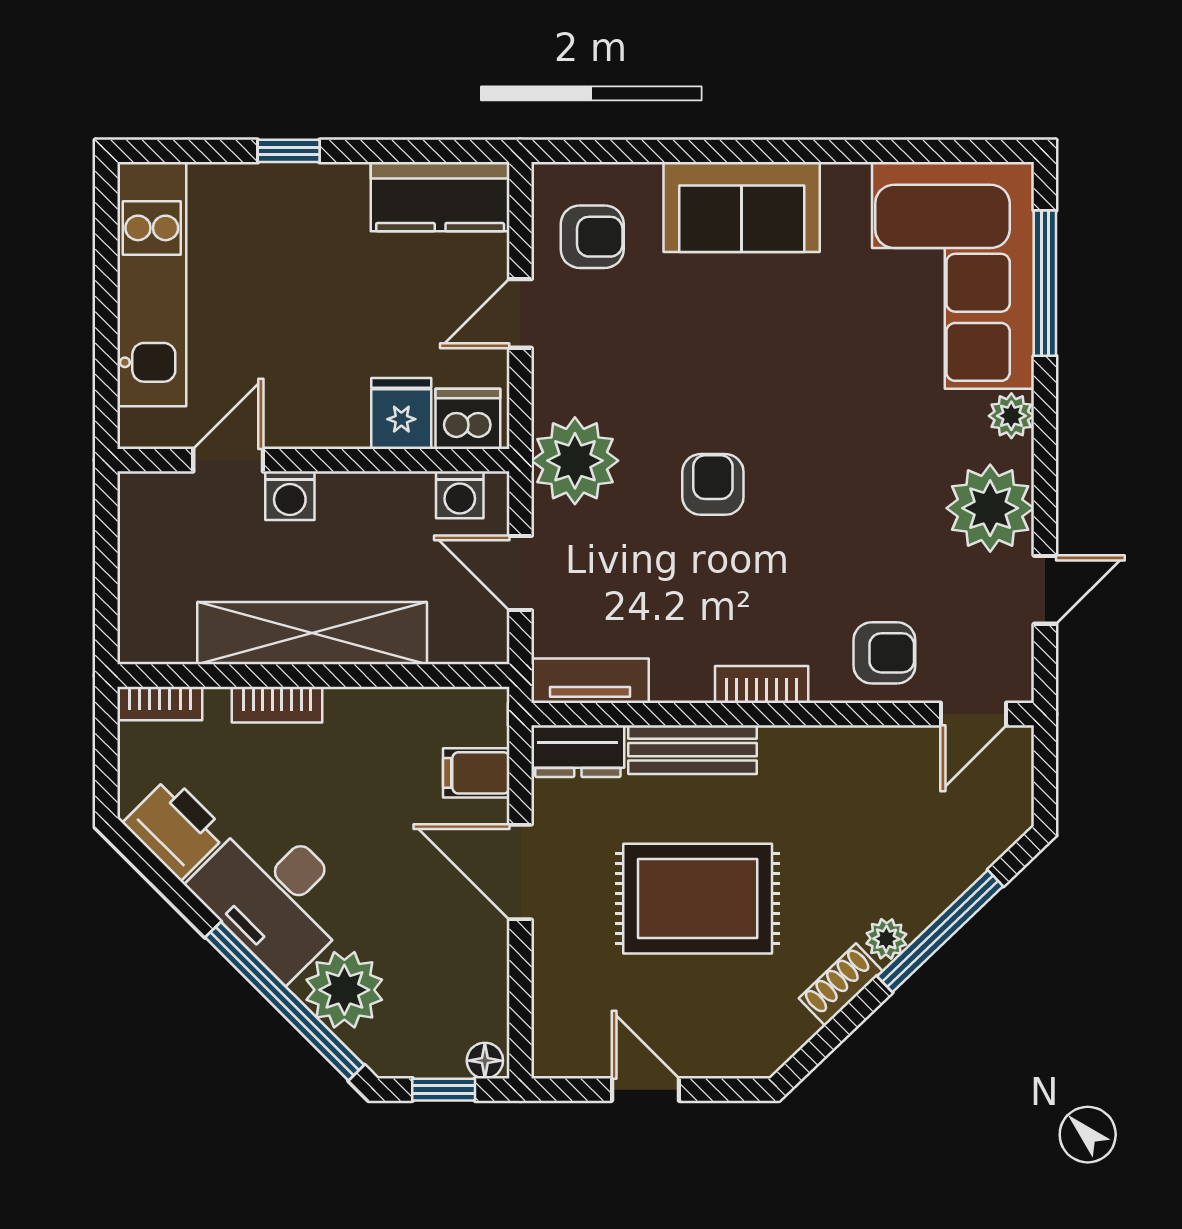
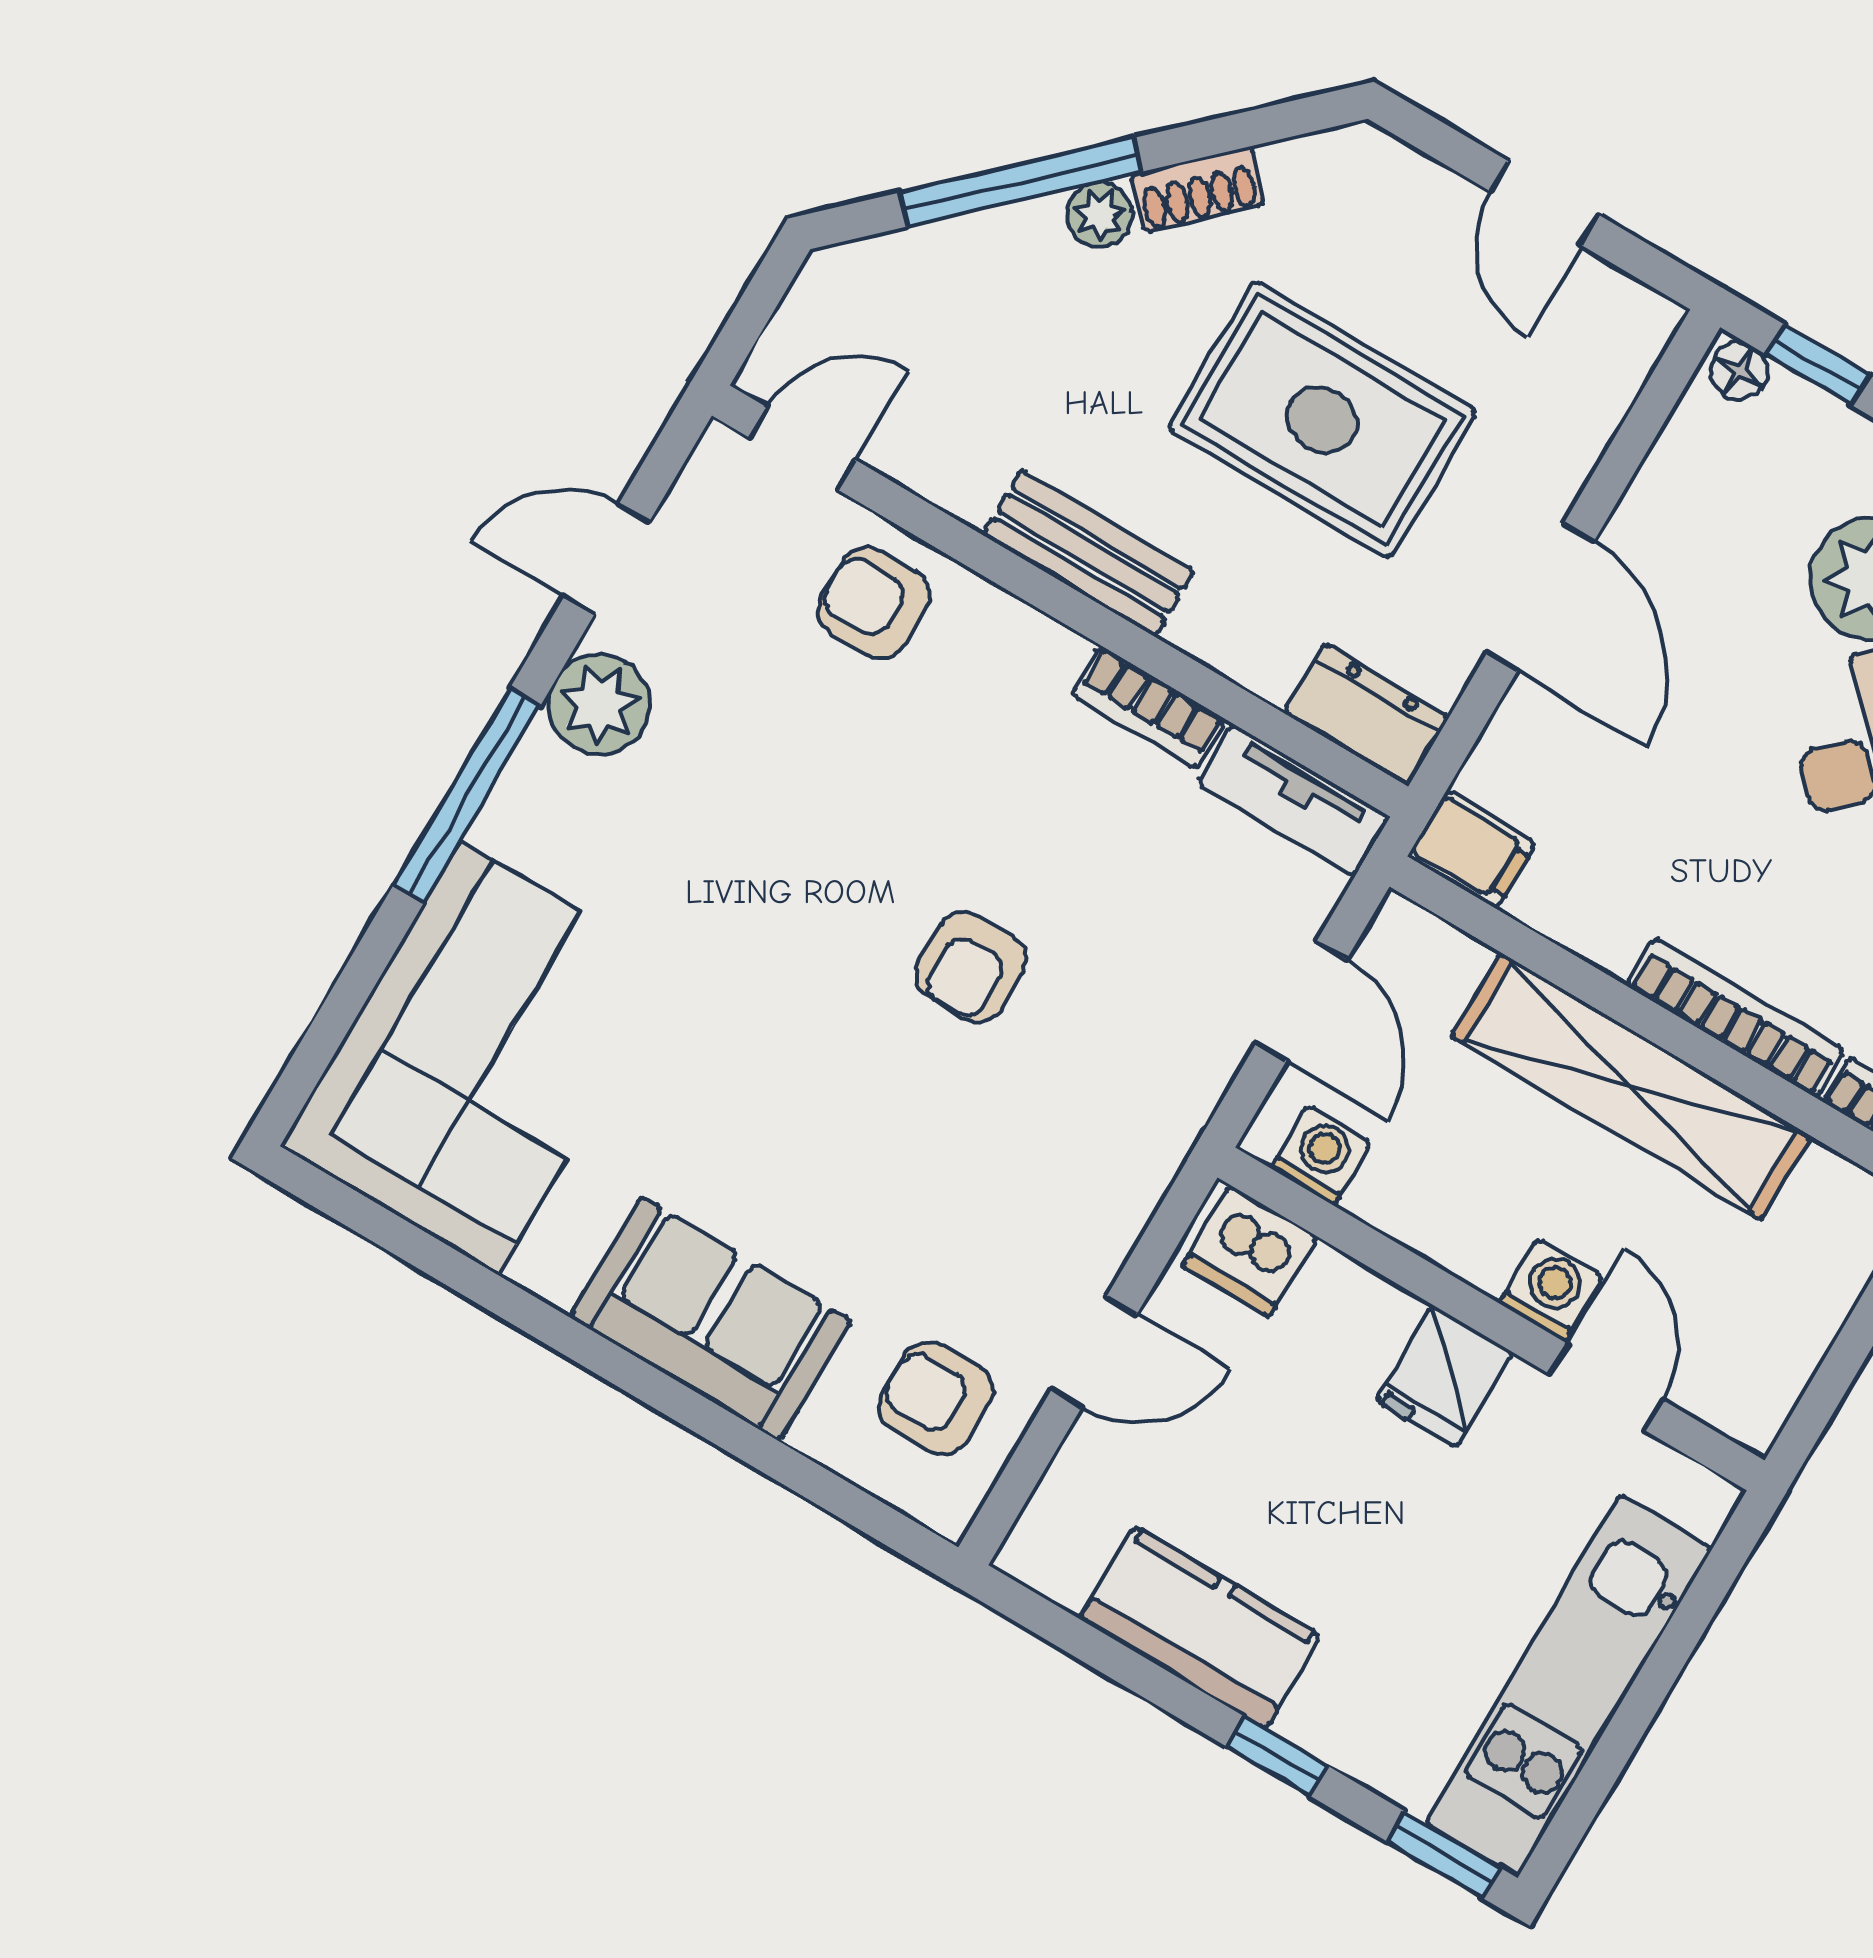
window: (166, 151) -> (1443, 1854), added
kitchen counter: (440, 197) -> (1200, 1627), moved
window: (1045, 283) -> (467, 795), moved
fridge: (401, 413) -> (1444, 1377), moved
plant: (1011, 416) -> (513, 821), removed
door: (228, 460) -> (1606, 1387), swing flipped
plant: (575, 461) -> (1138, 1109), removed
plant: (990, 508) -> (599, 704), width x0.73, depth x0.73
bookcase: (762, 684) -> (1149, 707), moved
bookcase: (277, 705) -> (1735, 1018), width x1.56
bench: (693, 750) -> (1088, 553), moved
filing cabinet: (476, 773) -> (1472, 850), moved

